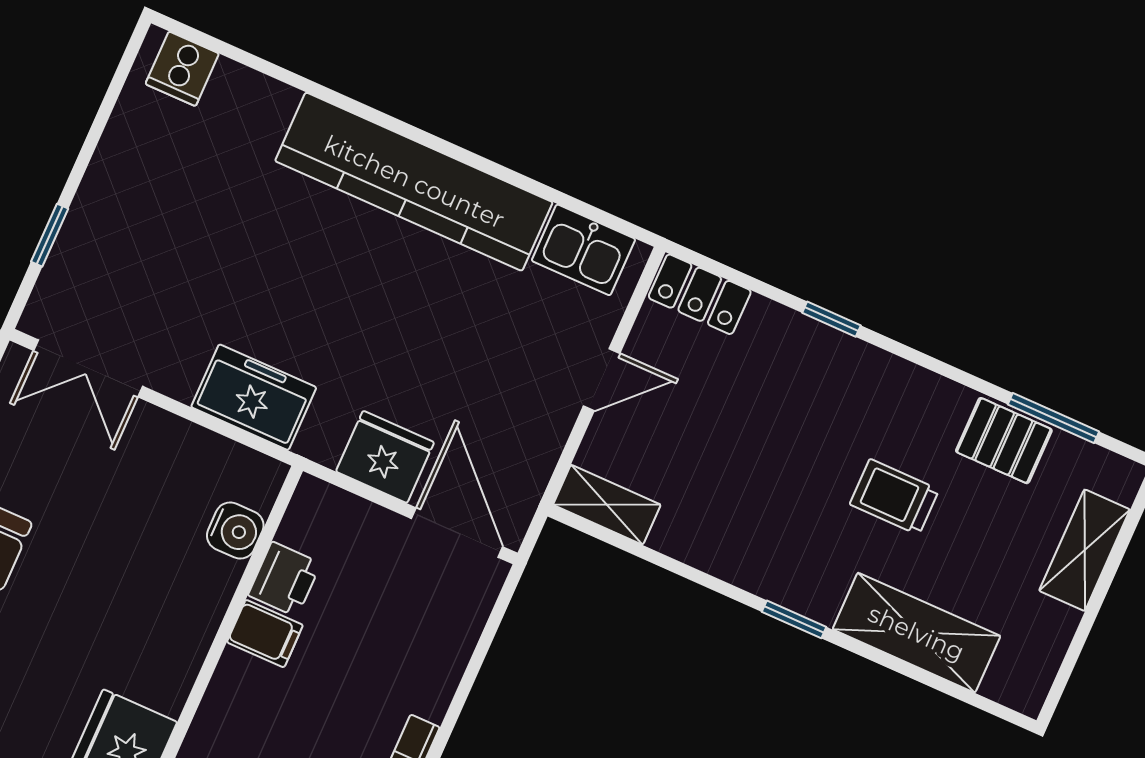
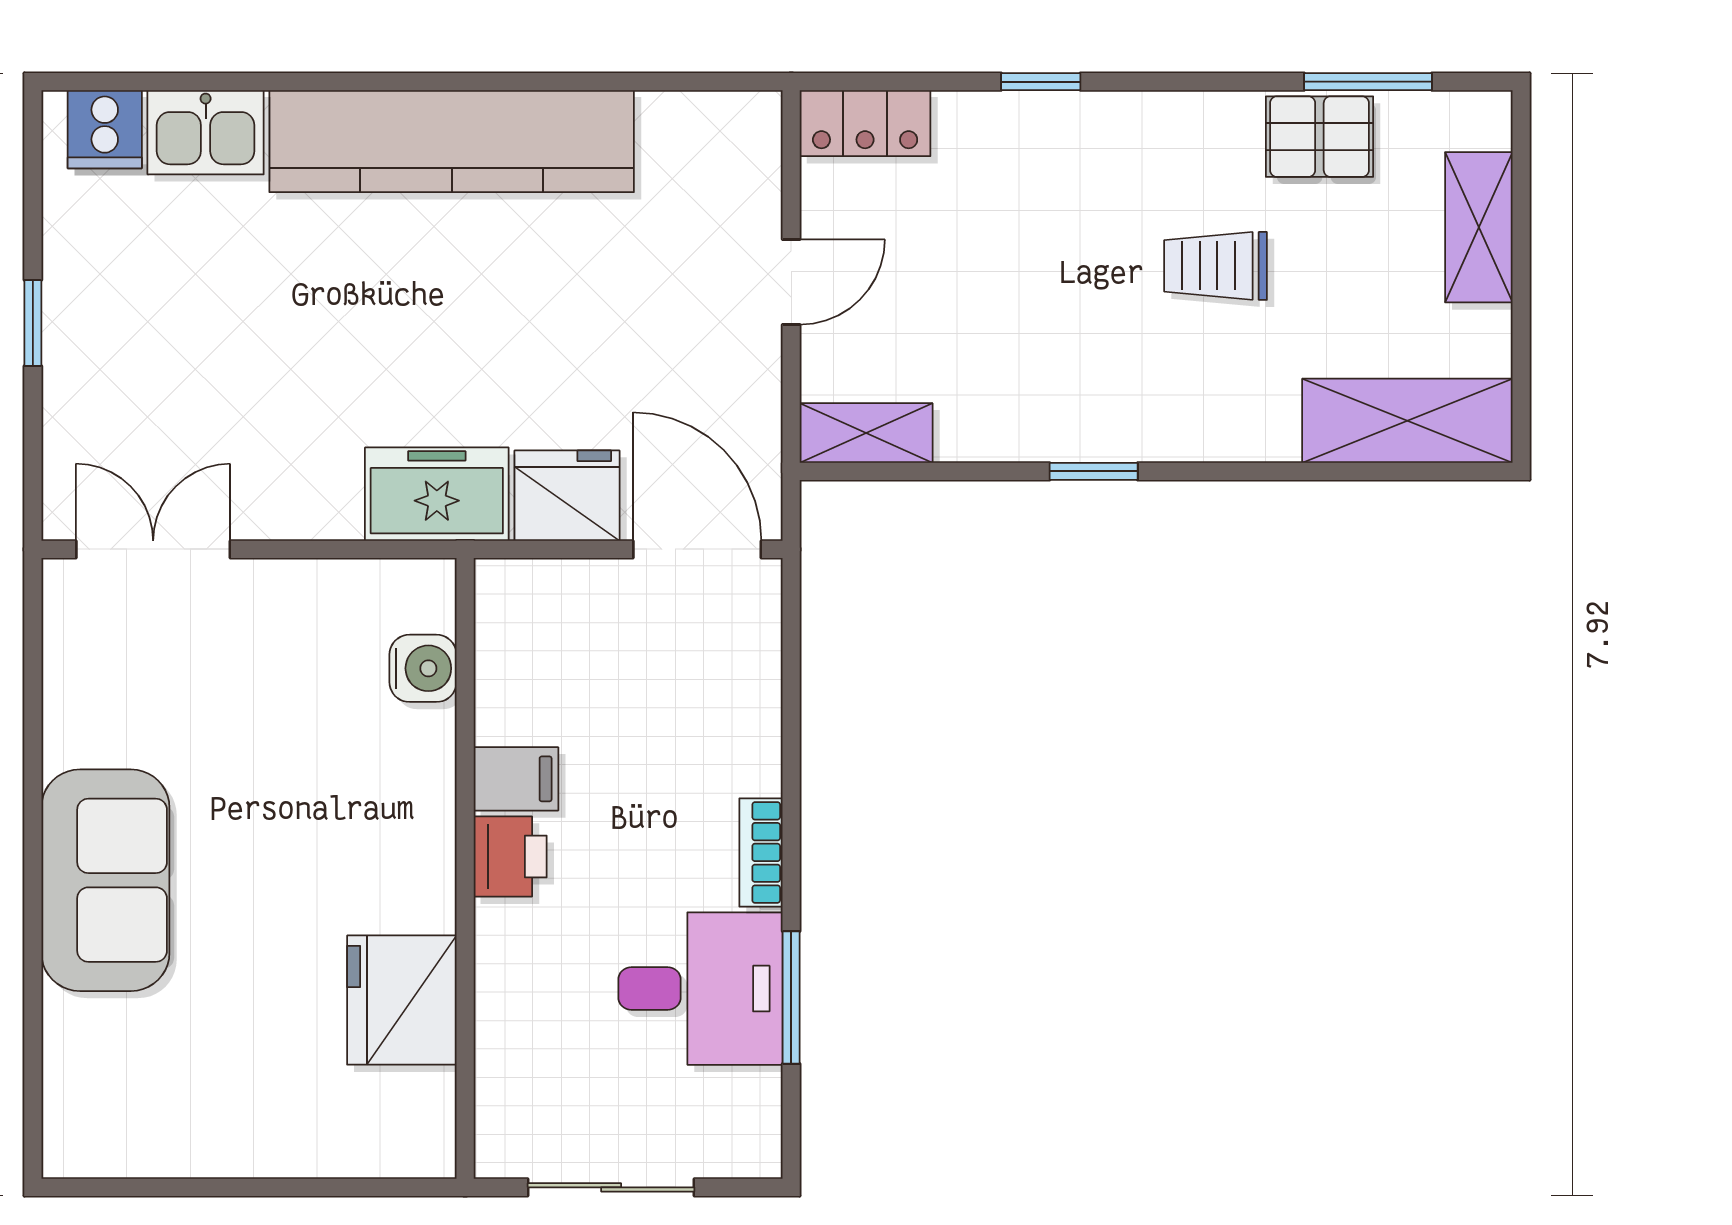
window: (50, 235) -> (33, 323), moved
kitchen sink: (583, 250) -> (206, 132), moved
double door: (88, 368) -> (153, 549), swing flipped
freezer: (254, 397) -> (437, 494), moved
printer: (284, 579) -> (510, 856), moved
window: (794, 619) -> (1094, 471), moved
shelving: (916, 633) -> (1407, 421), moved

